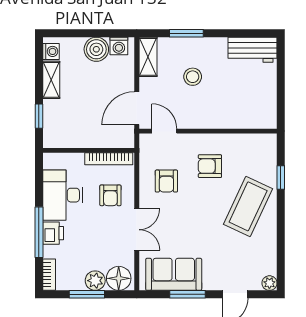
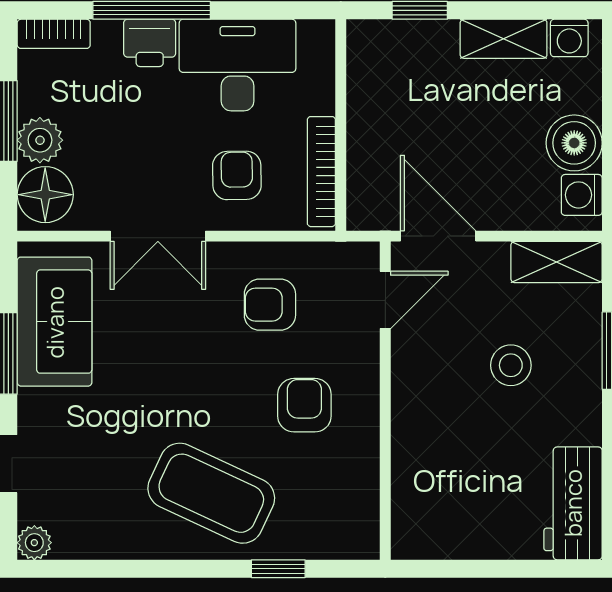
armchair: (110, 195) -> (237, 175), turned 89

